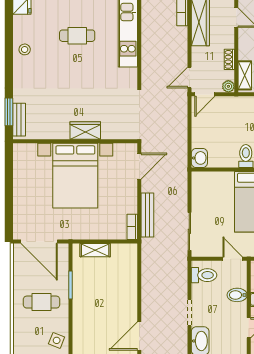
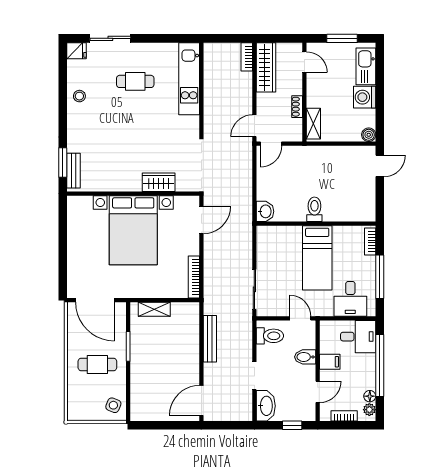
plant: (228, 86) -> (296, 135), removed
wardrobe: (85, 131) -> (159, 182), moved
bench: (147, 215) -> (210, 339), moved
bookcase: (132, 227) -> (194, 277), width x1.56

